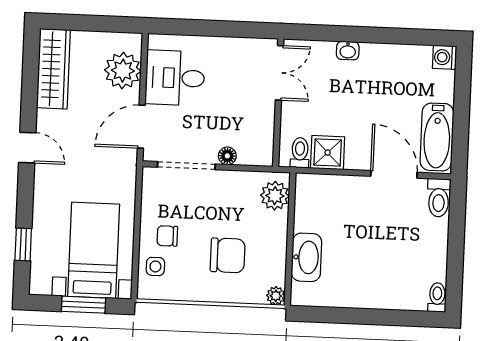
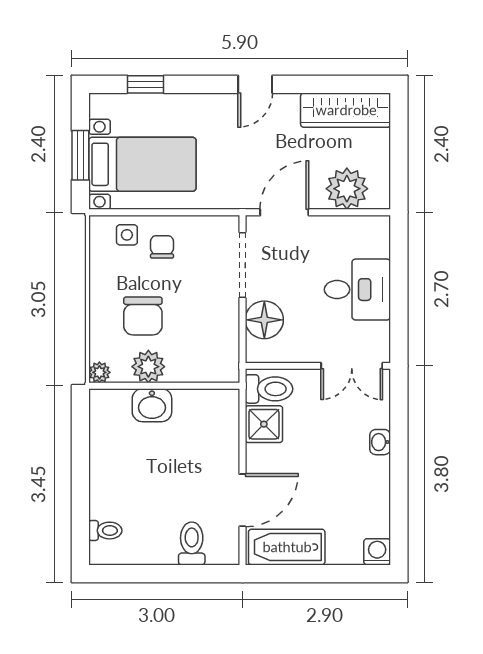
desk: (175, 78) -> (357, 290), moved, turned 90
door: (141, 127) -> (284, 212), hinge flipped
toilet: (300, 153) -> (269, 389), width x1.37, depth x1.39
floor lamp: (227, 156) -> (264, 320), width x1.89, depth x1.89
plant: (275, 196) -> (148, 367), moved
toilet: (439, 198) -> (192, 543), moved, turned 90
washbasin: (306, 257) -> (152, 405), width x0.72
toilet: (437, 297) -> (105, 531), moved

